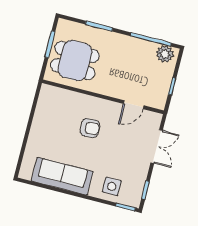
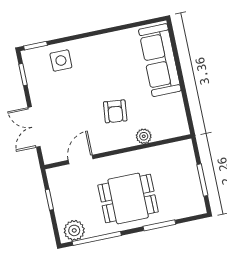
dining table: (75, 61) -> (128, 198), moved
plant: (78, 99) -> (144, 136), added
armchair: (90, 128) -> (115, 111), turned -81
sofa: (62, 176) -> (160, 60), moved, turned 90

